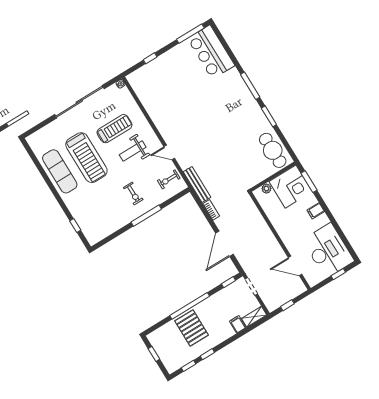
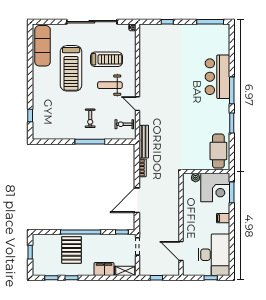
bar counter: (211, 52) -> (217, 77), moved
exercise mat: (60, 171) -> (43, 46), moved
filing cabinet: (238, 324) -> (104, 269), width x2.00

